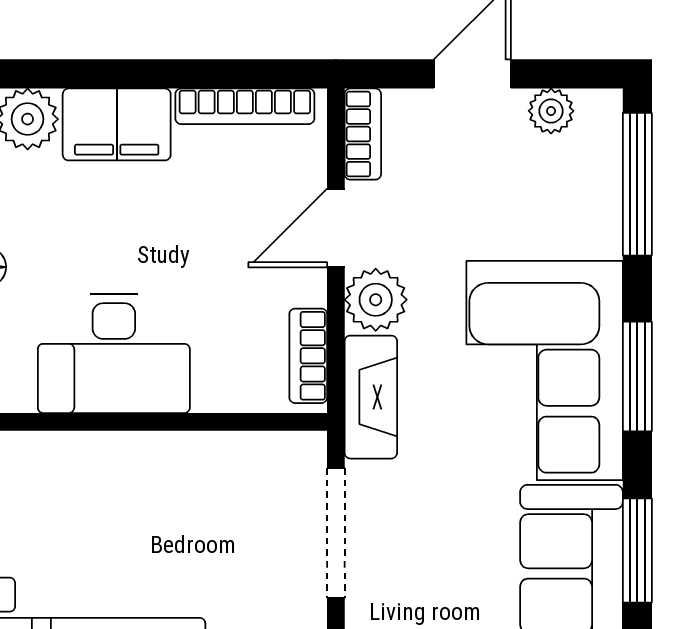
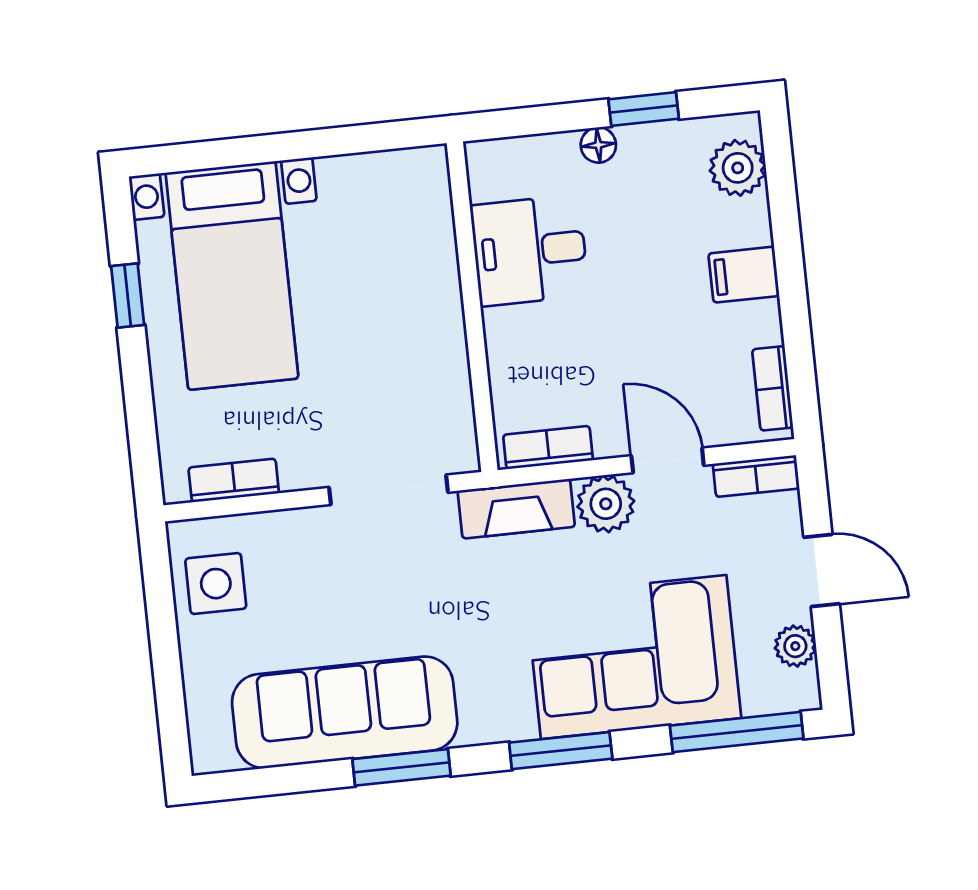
bookcase: (245, 106) -> (773, 388), width x0.64
filing cabinet: (117, 124) -> (744, 275), width x0.50
desk: (114, 353) -> (530, 250), width x0.73
corner sofa: (545, 371) -> (634, 657), moved

